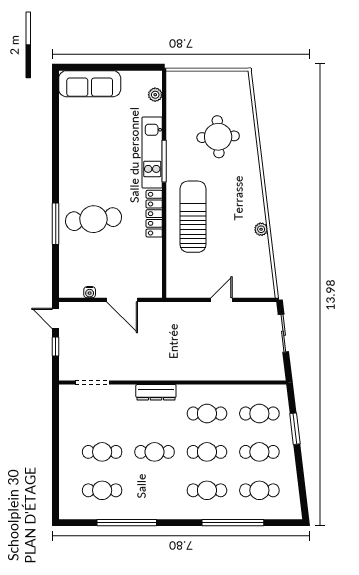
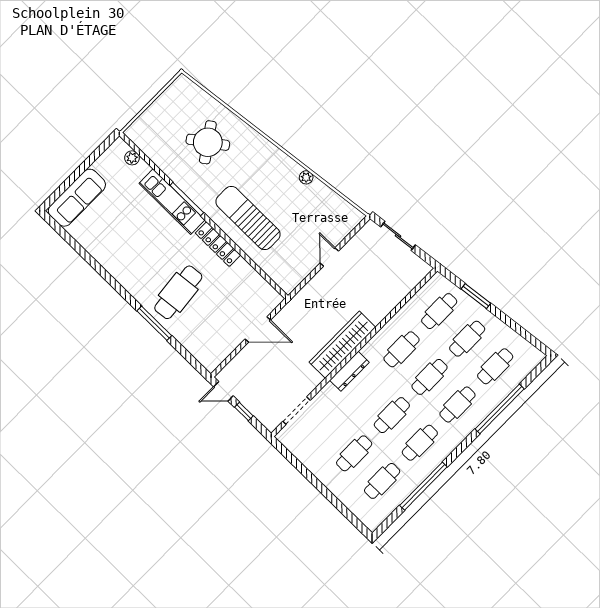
round table: (218, 137) -> (208, 142), turned -32
water cooler: (90, 292) -> (229, 348), removed
wardrobe: (170, 369) -> (342, 345), added
cafe table: (155, 490) -> (420, 443), added

